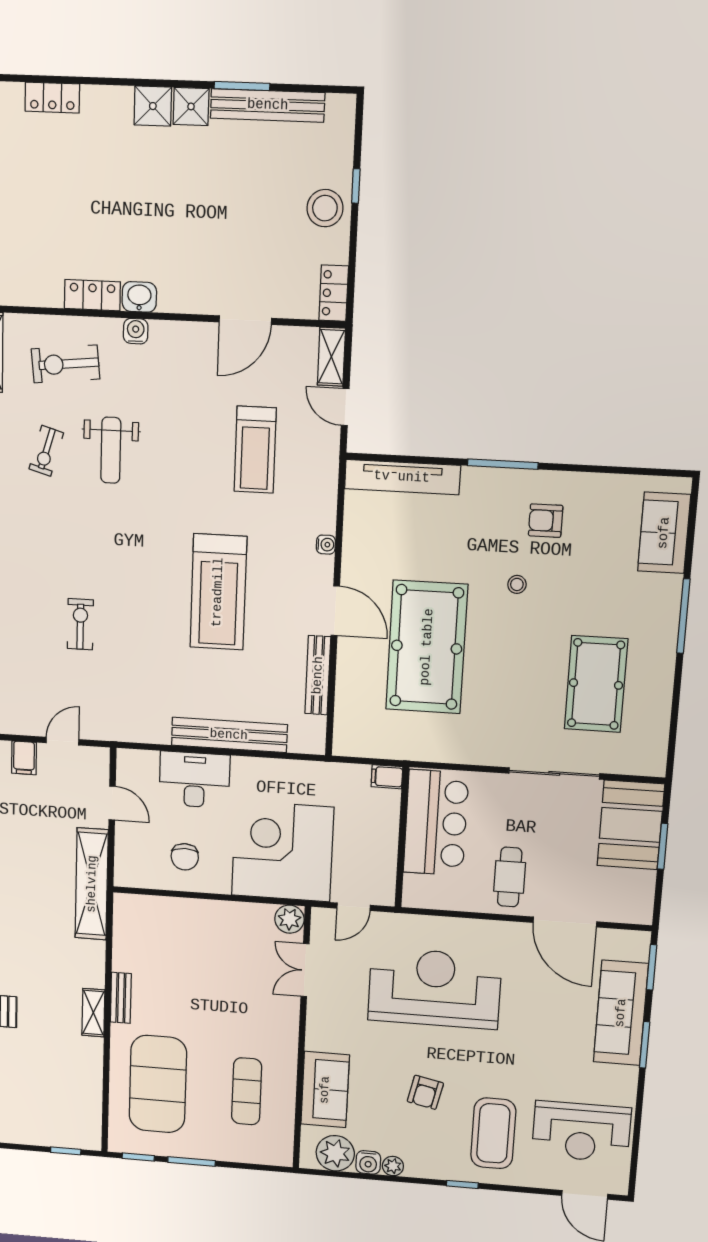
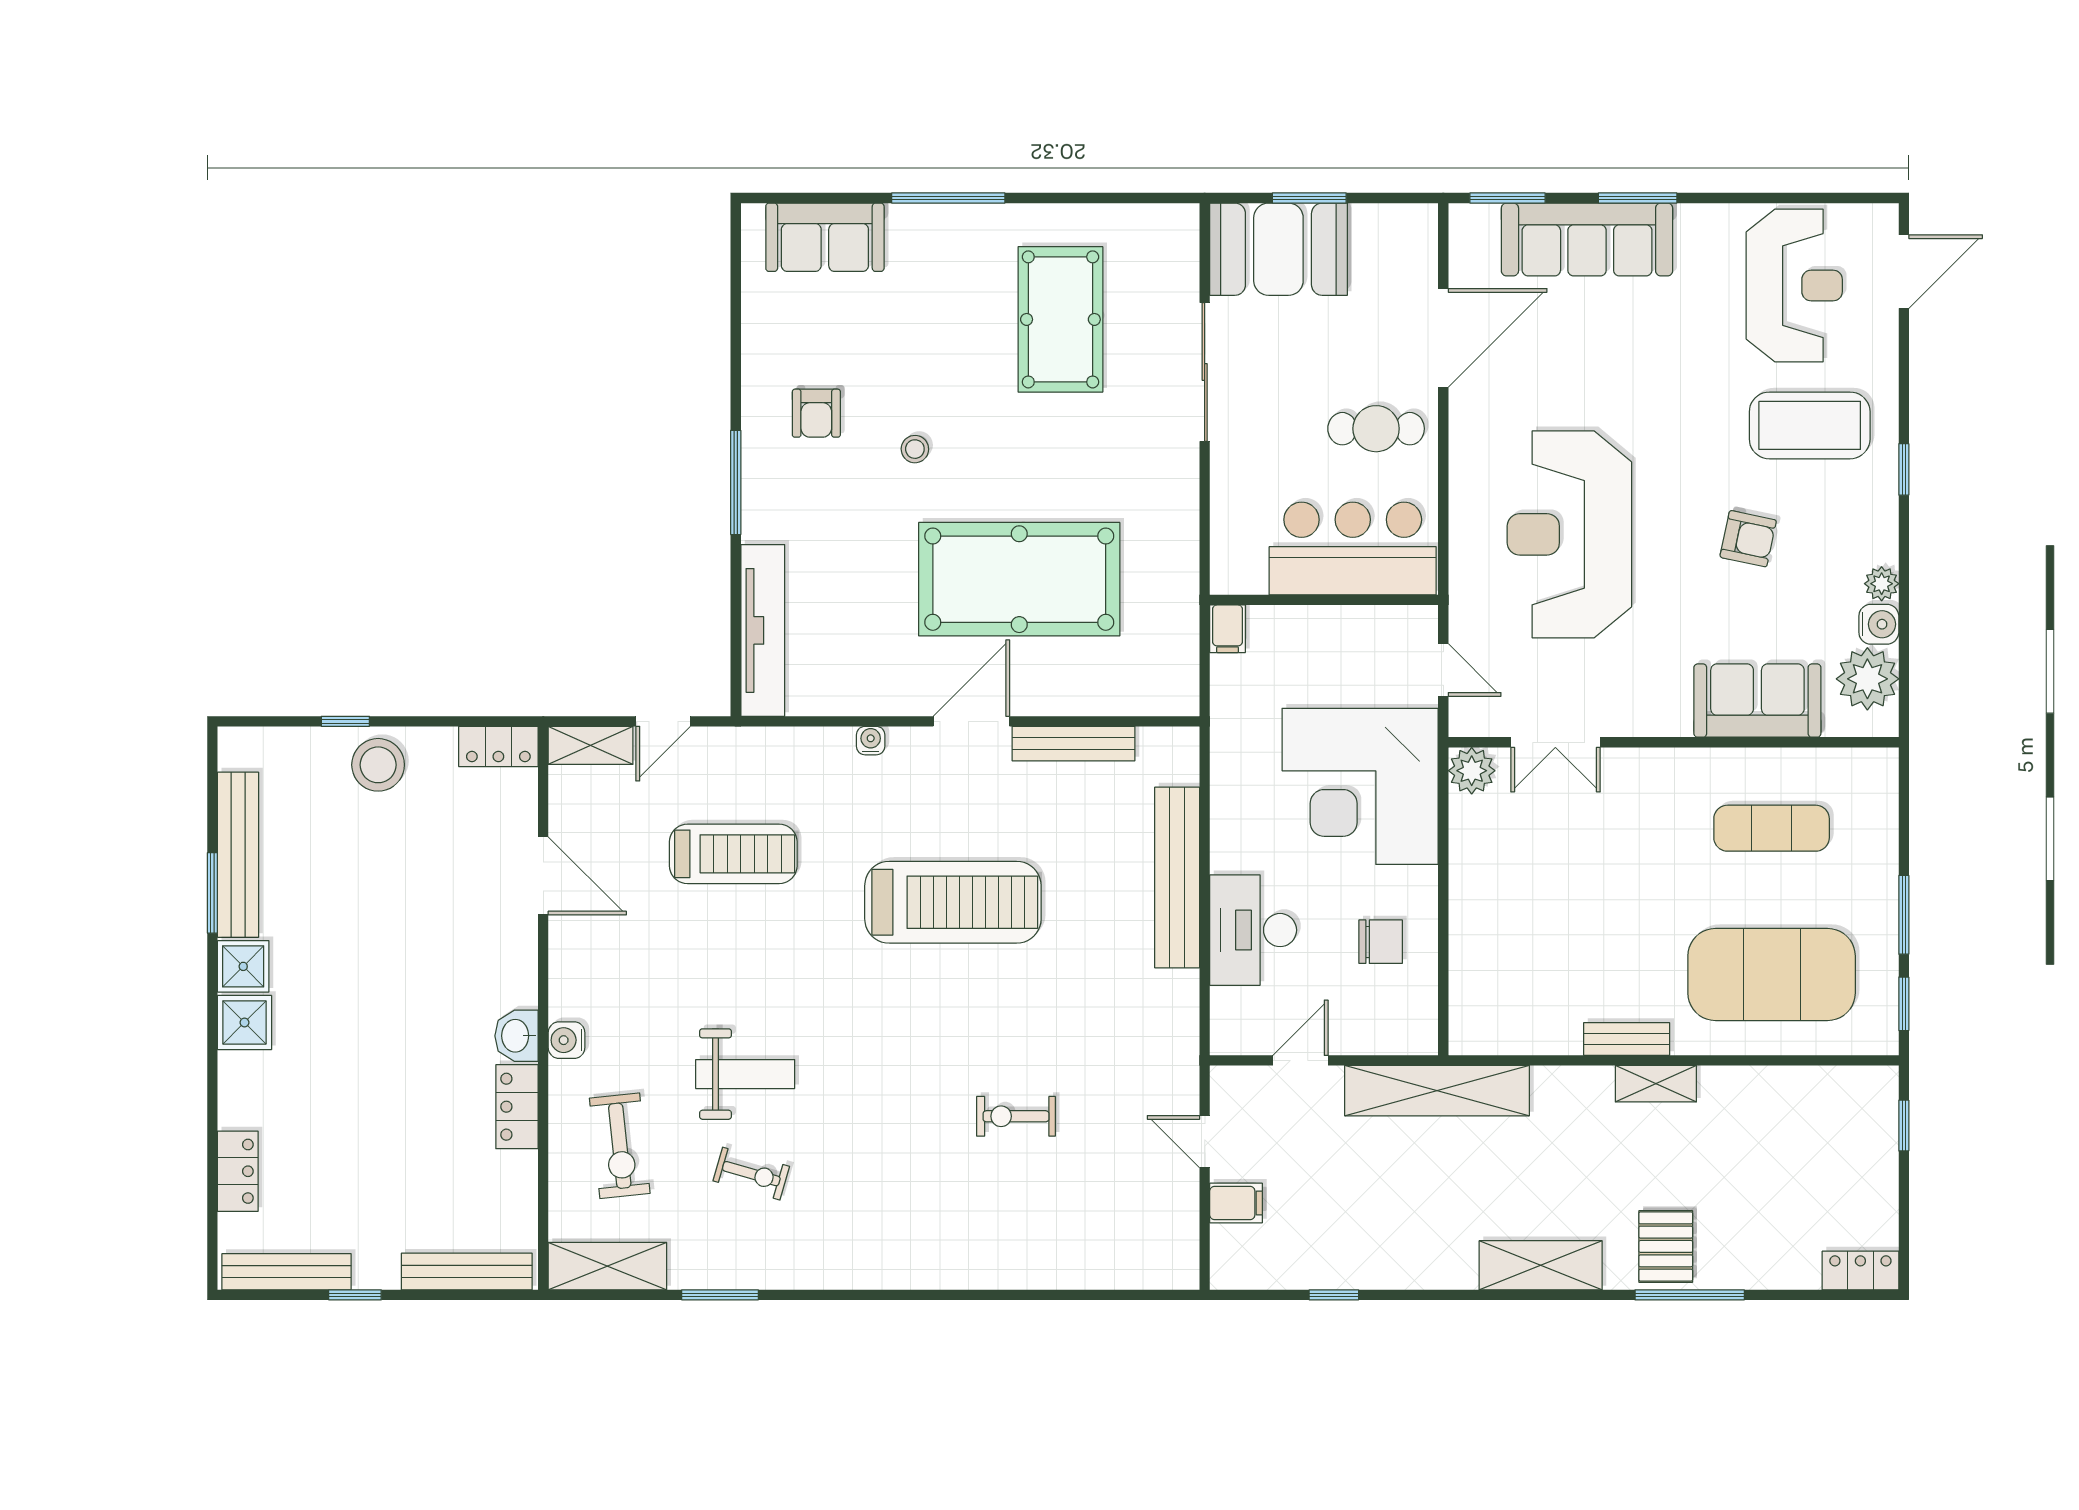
pool table: (596, 684) -> (1060, 319), turned 90
bar counter: (436, 823) -> (1353, 549), moved

